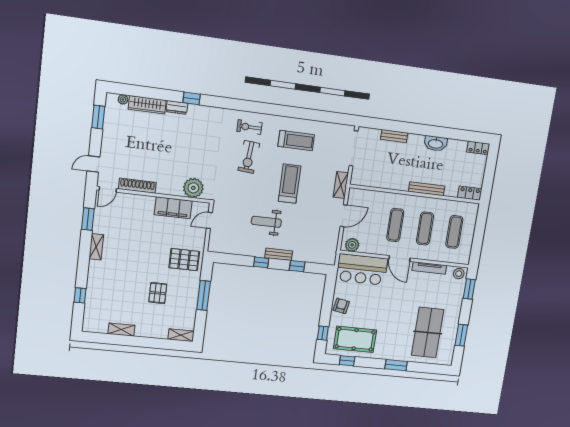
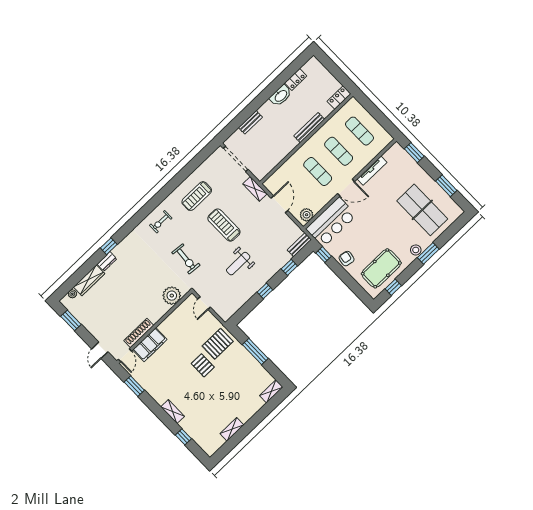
treadmill: (296, 141) -> (197, 196), turned 180
locker: (478, 148) -> (296, 79), moved
exercise bike: (249, 157) -> (186, 259), moved
filing cabinet: (173, 208) -> (150, 345), moved
shelving: (96, 247) -> (173, 412), moved
bench: (279, 254) -> (299, 245), moved
stool: (459, 274) -> (416, 250), moved
pallet: (158, 293) -> (203, 365), moved
window: (323, 333) -> (324, 255), moved

